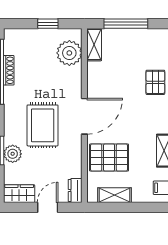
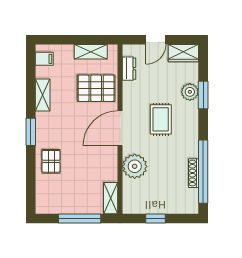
plant: (69, 53) -> (135, 166), moved
rug: (43, 125) -> (161, 119), width x0.73, depth x0.70
dresser: (75, 190) -> (129, 69), moved

